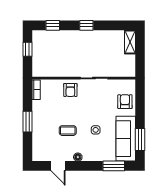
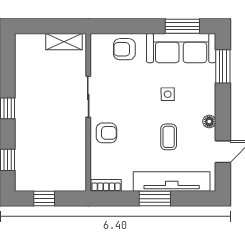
shelving: (130, 42) -> (64, 42), moved
tv unit: (39, 133) -> (172, 182), added

